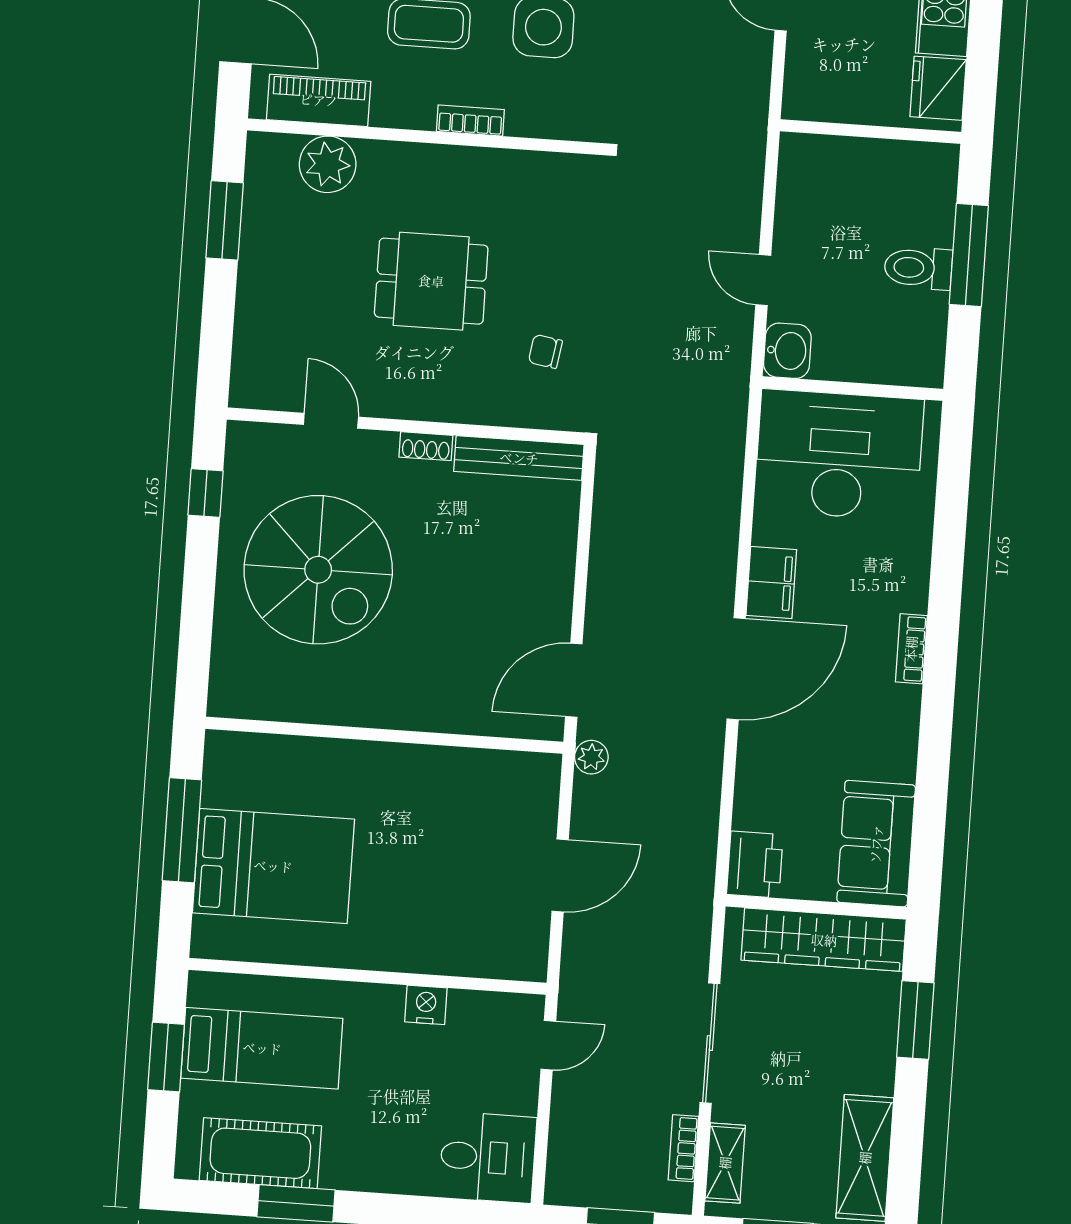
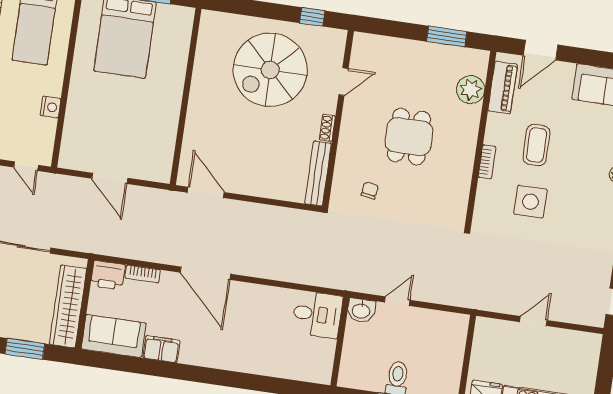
desk: (839, 455) -> (317, 314), width x0.53, depth x0.77
filing cabinet: (771, 583) -> (161, 349), moved, turned 180
bookcase: (911, 649) -> (143, 274), moved, turned 180
plant: (591, 757) -> (167, 198), removed

